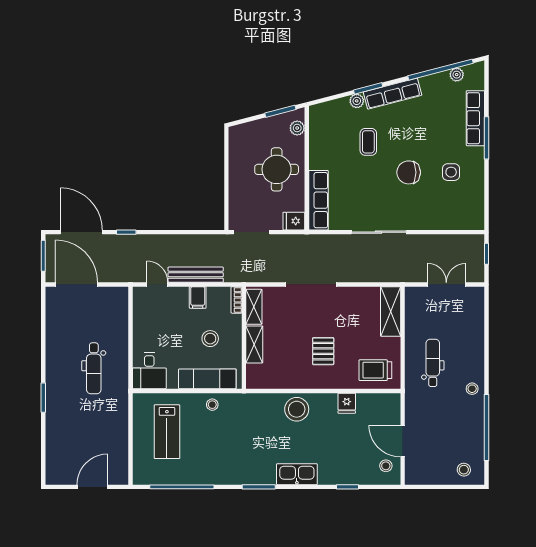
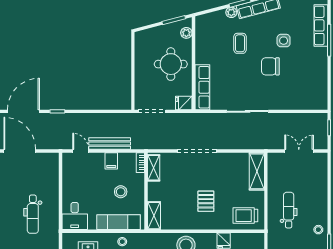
side table: (451, 172) -> (284, 41), moved
door: (81, 232) -> (23, 111), hinge flipped
shelving: (254, 344) -> (154, 216), moved

